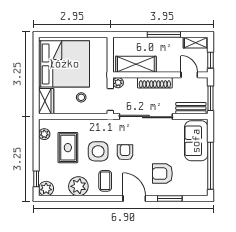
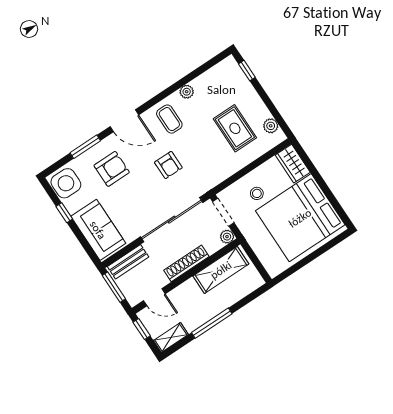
side table: (98, 151) -> (66, 183), moved
window: (211, 166) -> (64, 213), width x0.32
plant: (78, 186) -> (187, 92), width x0.53, depth x0.53
plant: (46, 189) -> (229, 67), removed

